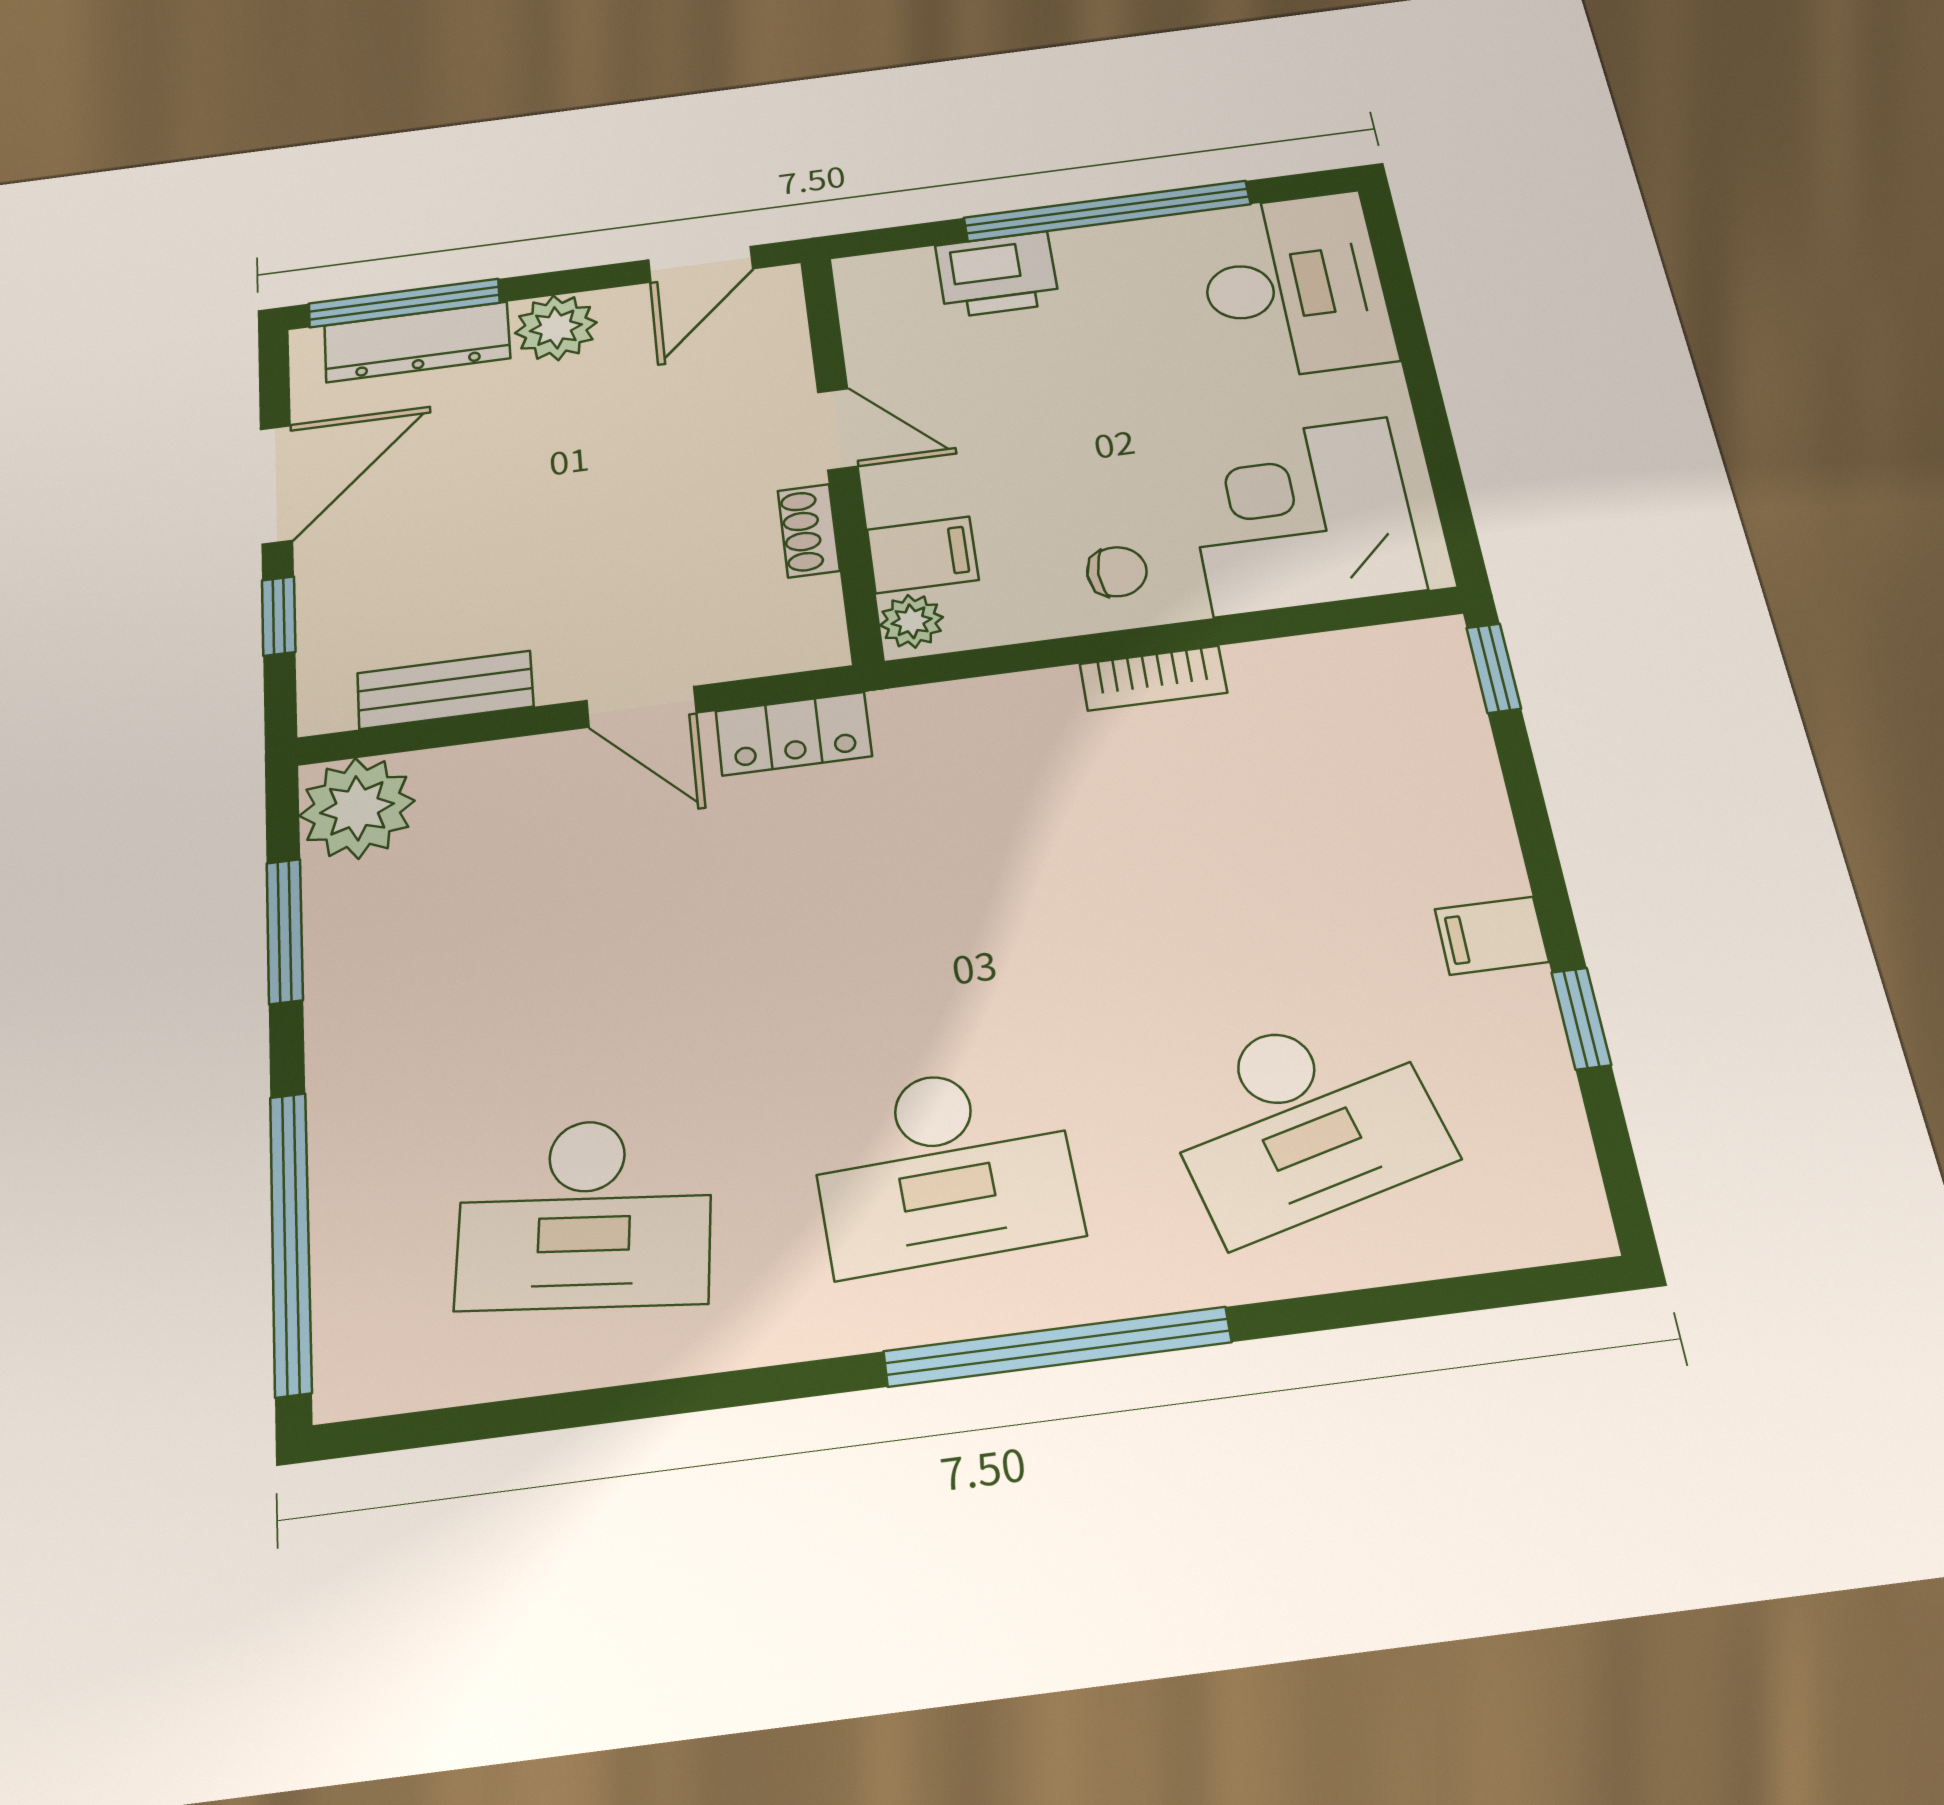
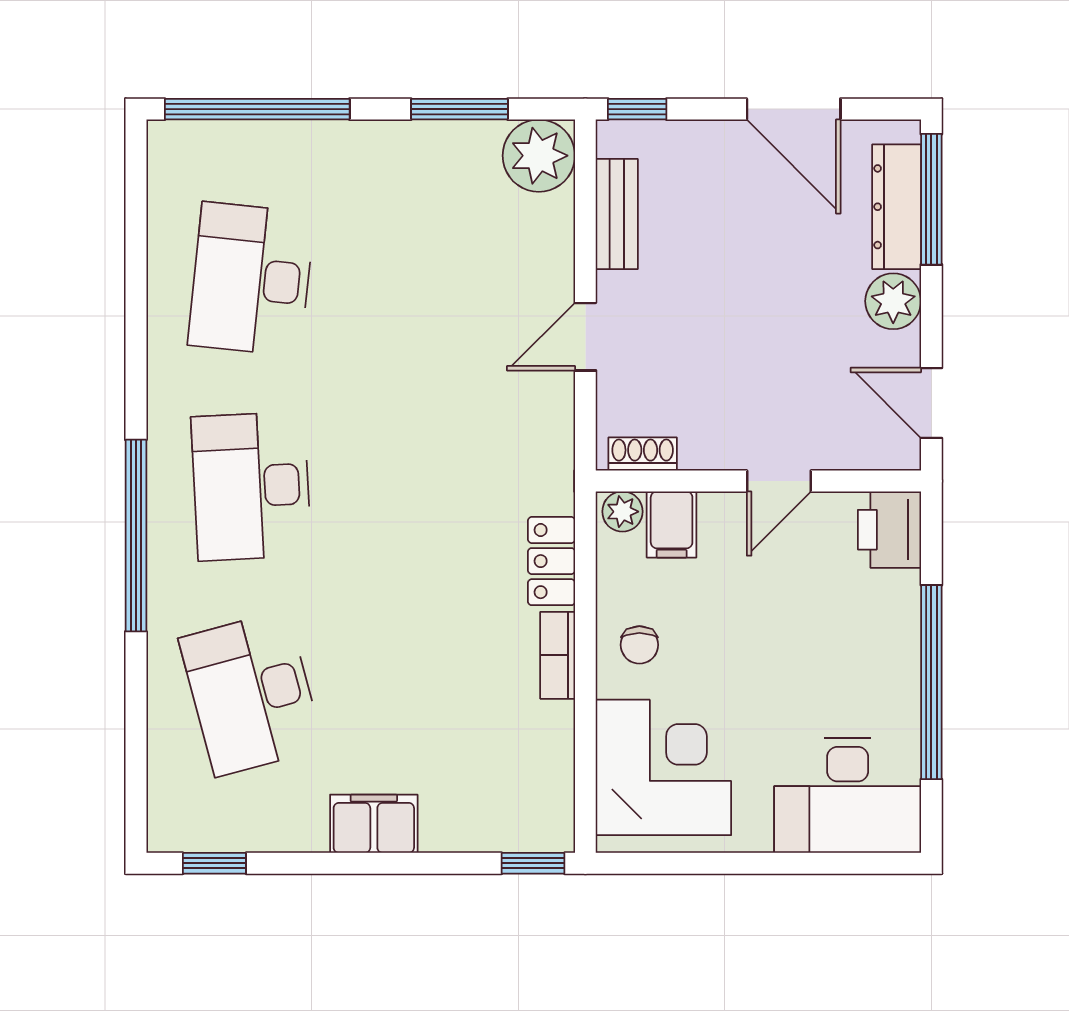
printer: (997, 274) -> (889, 530), moved
shoe rack: (809, 531) -> (643, 454), moved
window: (279, 616) -> (637, 109), moved
locker: (794, 734) -> (551, 561), moved
filing cabinet: (1492, 936) -> (374, 824), width x2.00
window: (1581, 1018) -> (214, 863), moved

